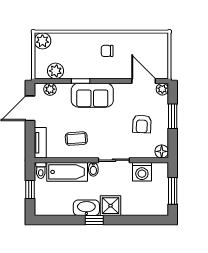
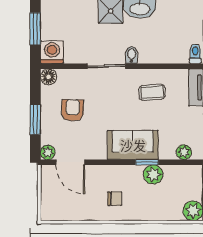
plant: (55, 71) -> (153, 174), moved
bathtub: (67, 172) -> (163, 52), removed
washing machine: (142, 172) -> (52, 52), moved

